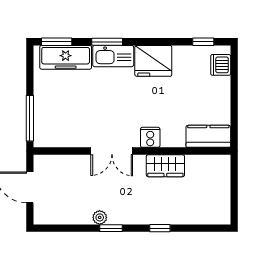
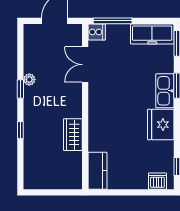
freezer: (66, 57) -> (152, 34), moved, turned -90
cooker: (150, 137) -> (97, 32), moved
double door: (112, 151) -> (85, 65), moved

